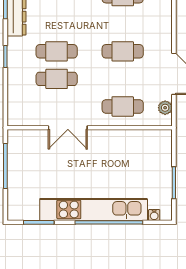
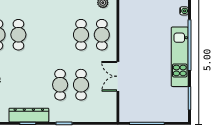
cafe table: (123, 51) -> (81, 35), moved
double door: (68, 128) -> (118, 76), swing flipped
kitchen unit: (94, 209) -> (180, 57), width x0.73

